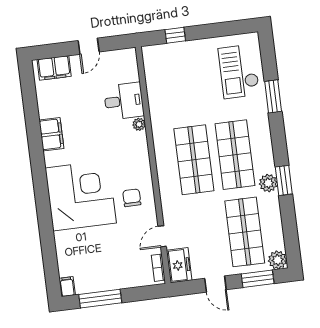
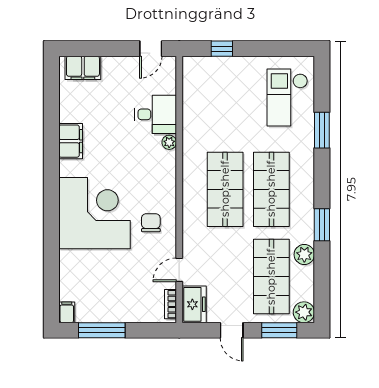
door: (89, 46) -> (151, 49), moved
plant: (268, 183) -> (304, 255), moved

